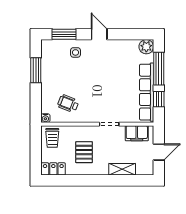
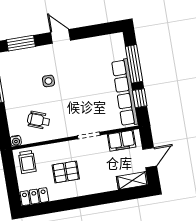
plant: (146, 47) -> (116, 41), removed
side table: (76, 52) -> (48, 81), moved
pallet: (84, 152) -> (66, 172), turned 90
shelving: (122, 169) -> (132, 181), moved

